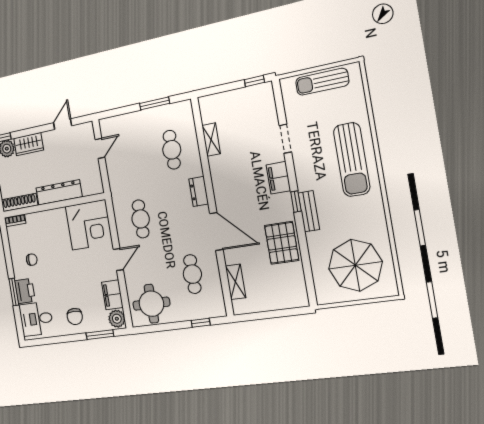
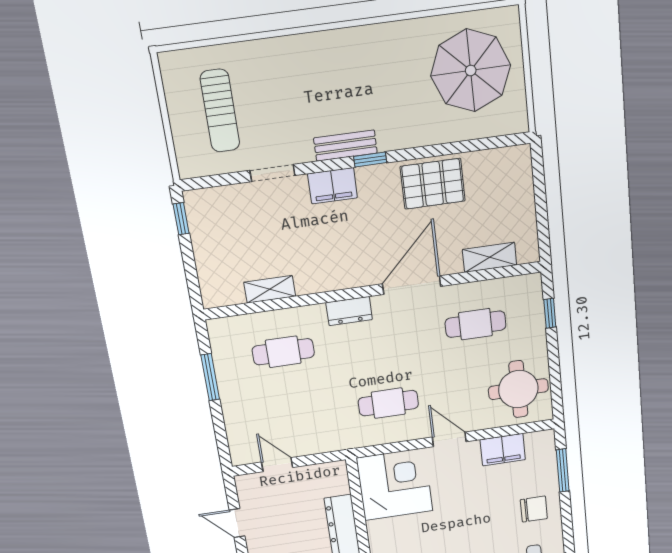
sun lounger: (322, 82) -> (220, 111), moved
sun lounger: (352, 160) -> (309, 70), removed
bench: (309, 211) -> (345, 146), moved
plant: (117, 319) -> (539, 444), removed

